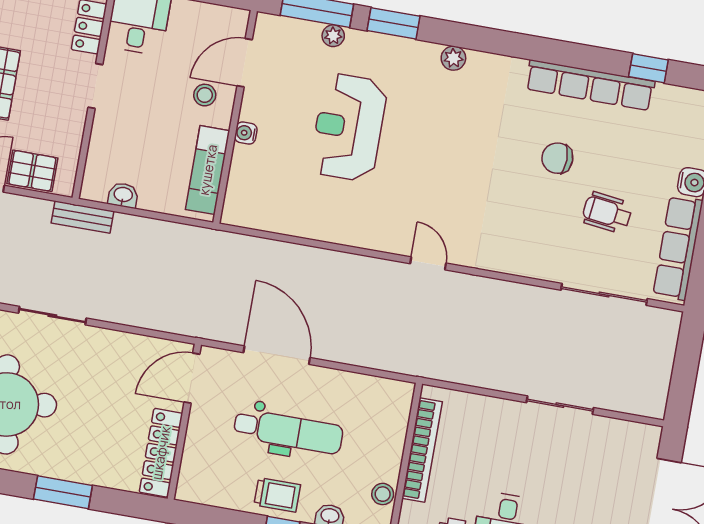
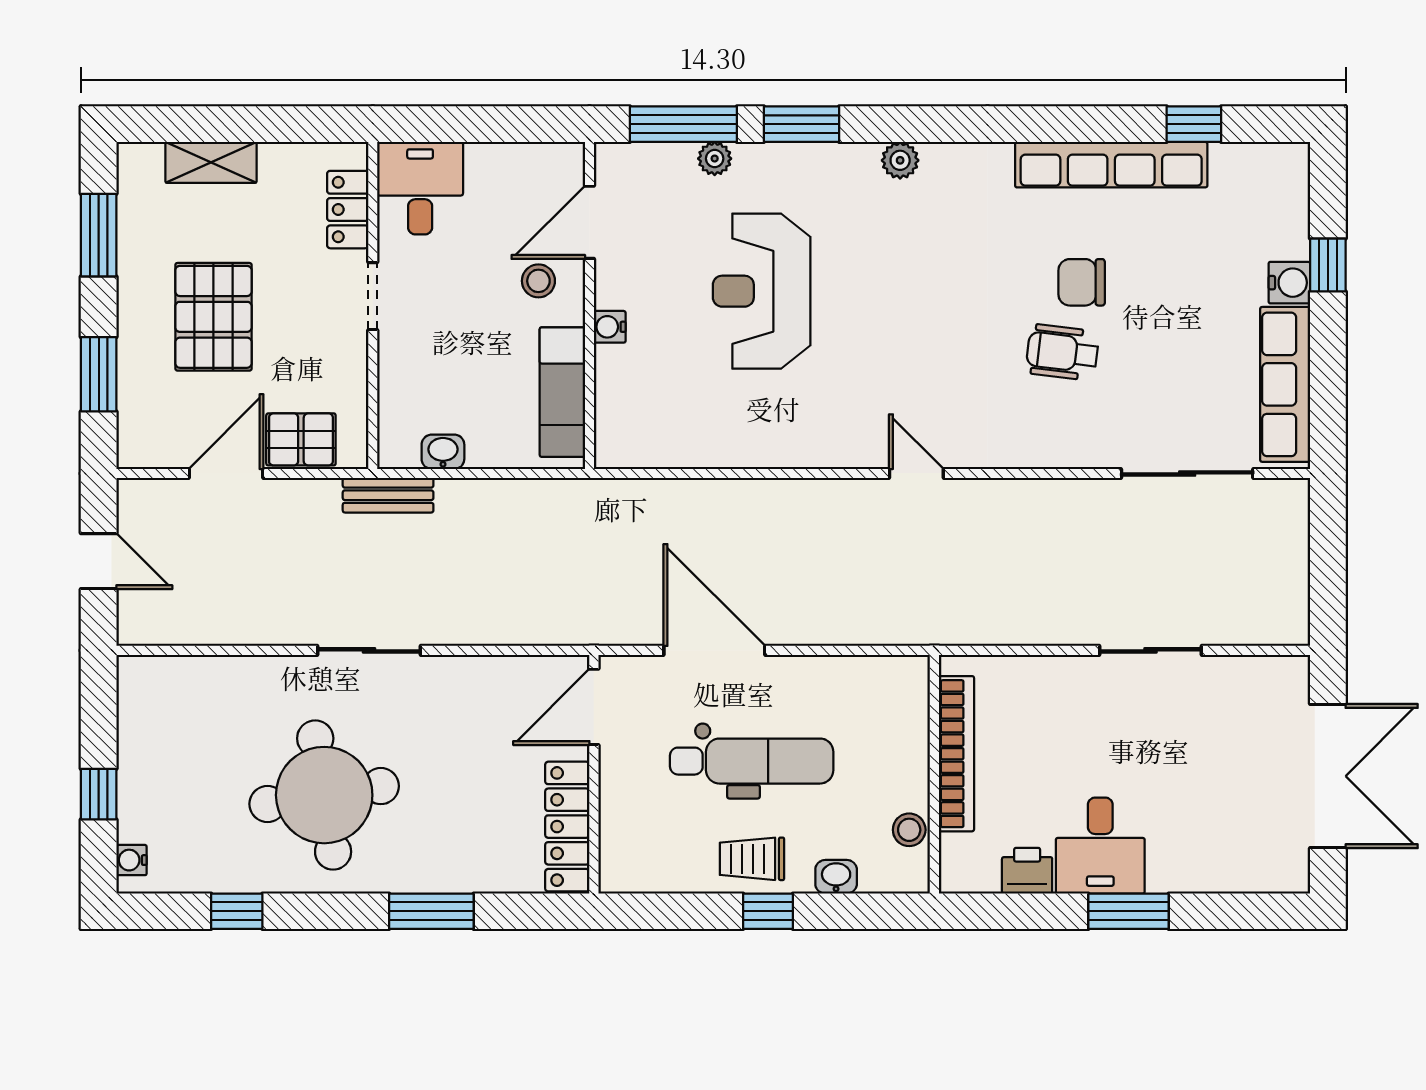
wheelchair: (607, 213) -> (1062, 352), moved
trolley: (277, 495) -> (752, 859), turned 180

